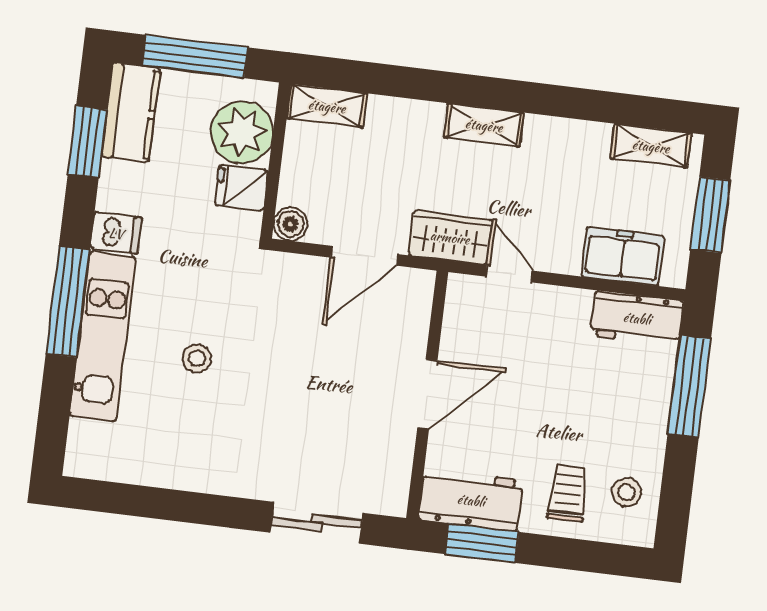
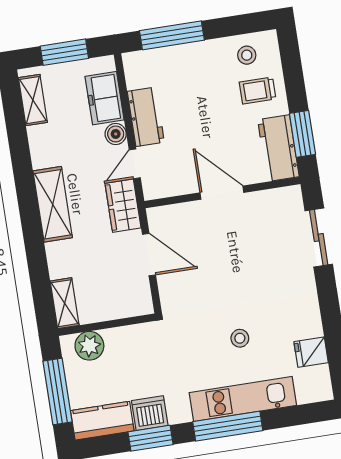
shelving: (484, 125) -> (53, 204), width x1.50, depth x1.33
plant: (242, 132) -> (89, 346), width x0.73, depth x0.73
window: (87, 142) -> (151, 438), moved
fridge: (241, 188) -> (311, 352), moved, turned 90
boiler: (290, 224) -> (116, 134), moved
dishwasher: (116, 233) -> (150, 413), moved, width x1.38
workbench: (637, 318) -> (146, 117), moved

